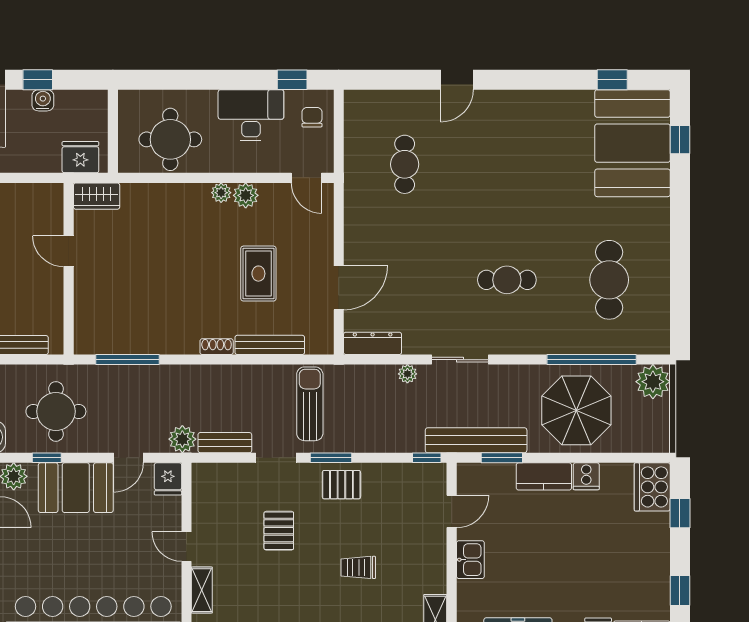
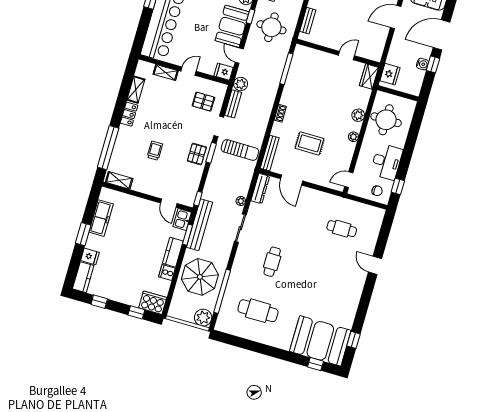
plant: (246, 195) -> (358, 115), moved
bench: (270, 345) -> (270, 153), moved
pallet: (279, 531) -> (203, 102), moved
kitchen sink: (470, 560) -> (182, 219), moved, turned 90

